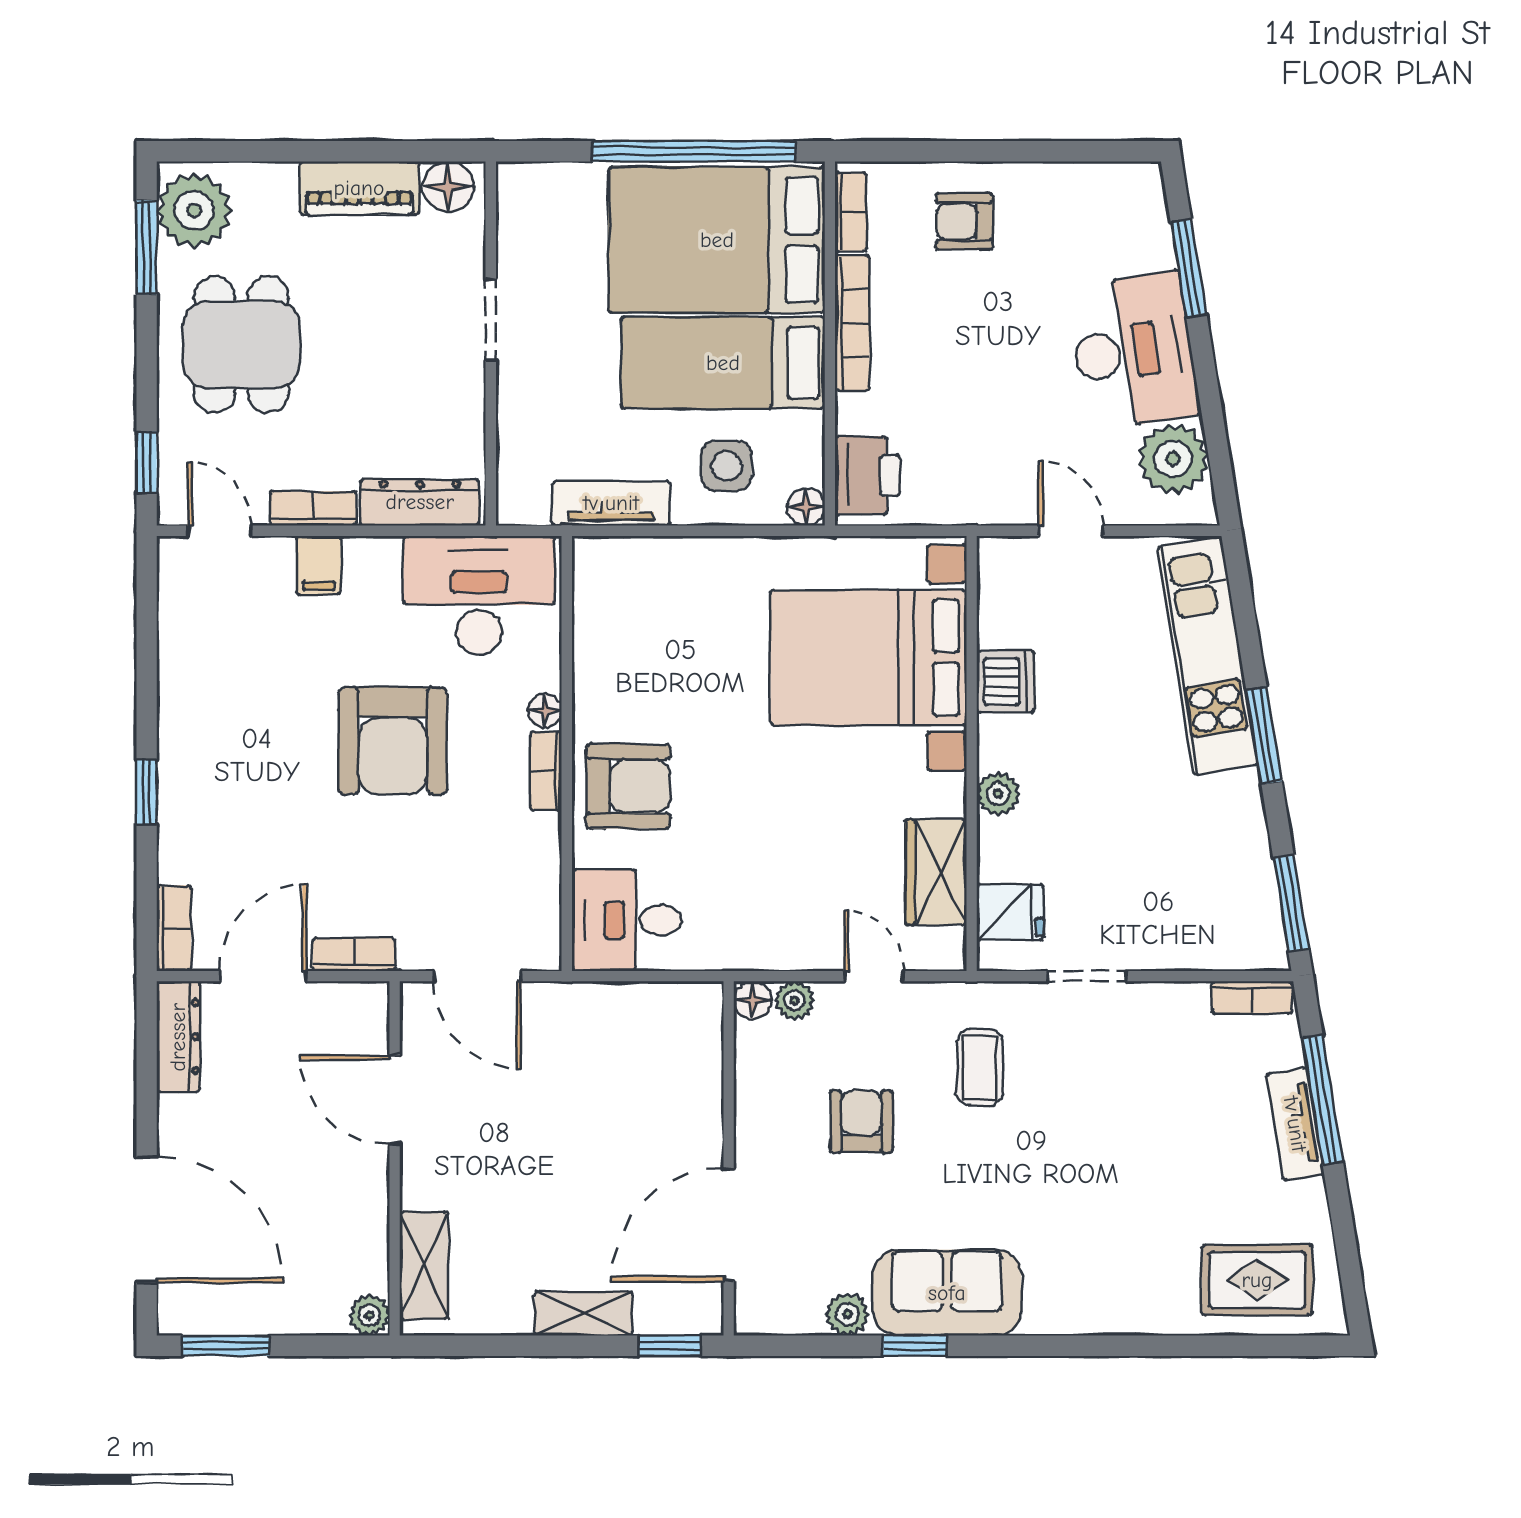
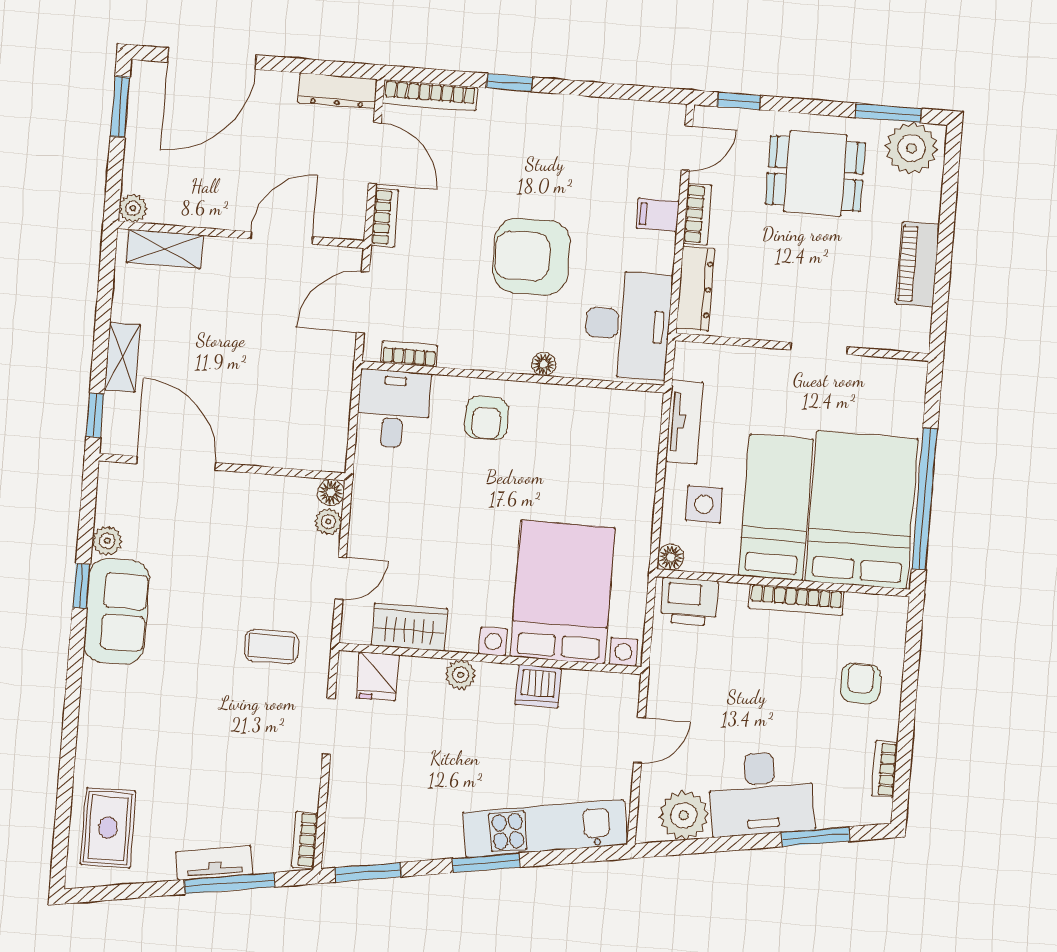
floor lamp: (448, 187) -> (914, 326), removed
bookcase: (851, 212) -> (885, 769), moved, turned 90
bookcase: (546, 771) -> (409, 354), moved
armchair: (628, 786) -> (487, 418), width x0.72, depth x0.72
bookcase: (174, 928) -> (430, 95), width x1.56
armchair: (861, 1122) -> (240, 561), removed

